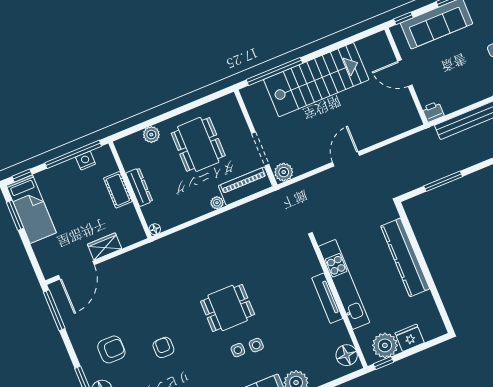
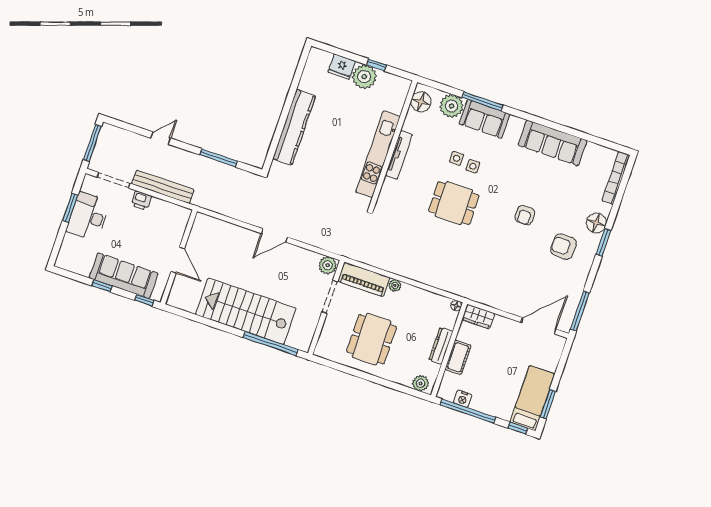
printer: (433, 112) -> (141, 200), moved
plant: (151, 135) -> (420, 383), moved
wardrobe: (105, 246) -> (478, 316), moved
kitchen unit: (344, 284) -> (378, 154), moved
tv unit: (327, 298) -> (399, 155), moved
wall: (339, 302) -> (393, 145), moved
floor lamp: (347, 355) -> (421, 102), moved

